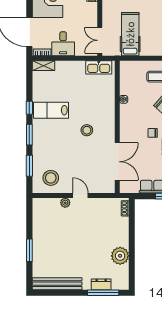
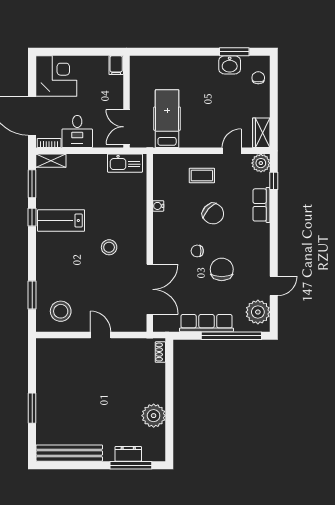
window: (29, 135) -> (32, 184), moved
plant: (65, 203) -> (80, 344), removed

